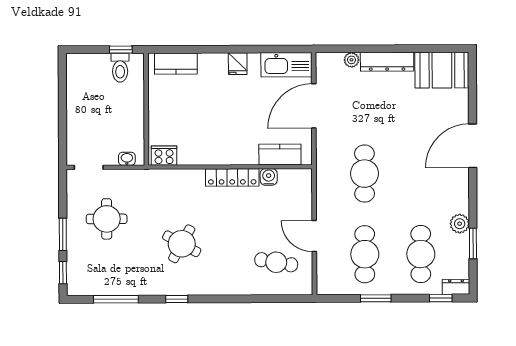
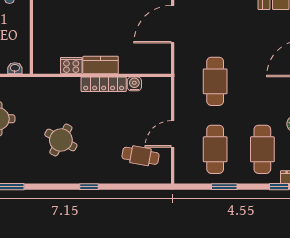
kitchen counter: (280, 154) -> (101, 65), moved
cooker: (164, 156) -> (71, 66), moved
door: (314, 236) -> (173, 134), hinge flipped
window: (177, 299) -> (89, 187), moved

